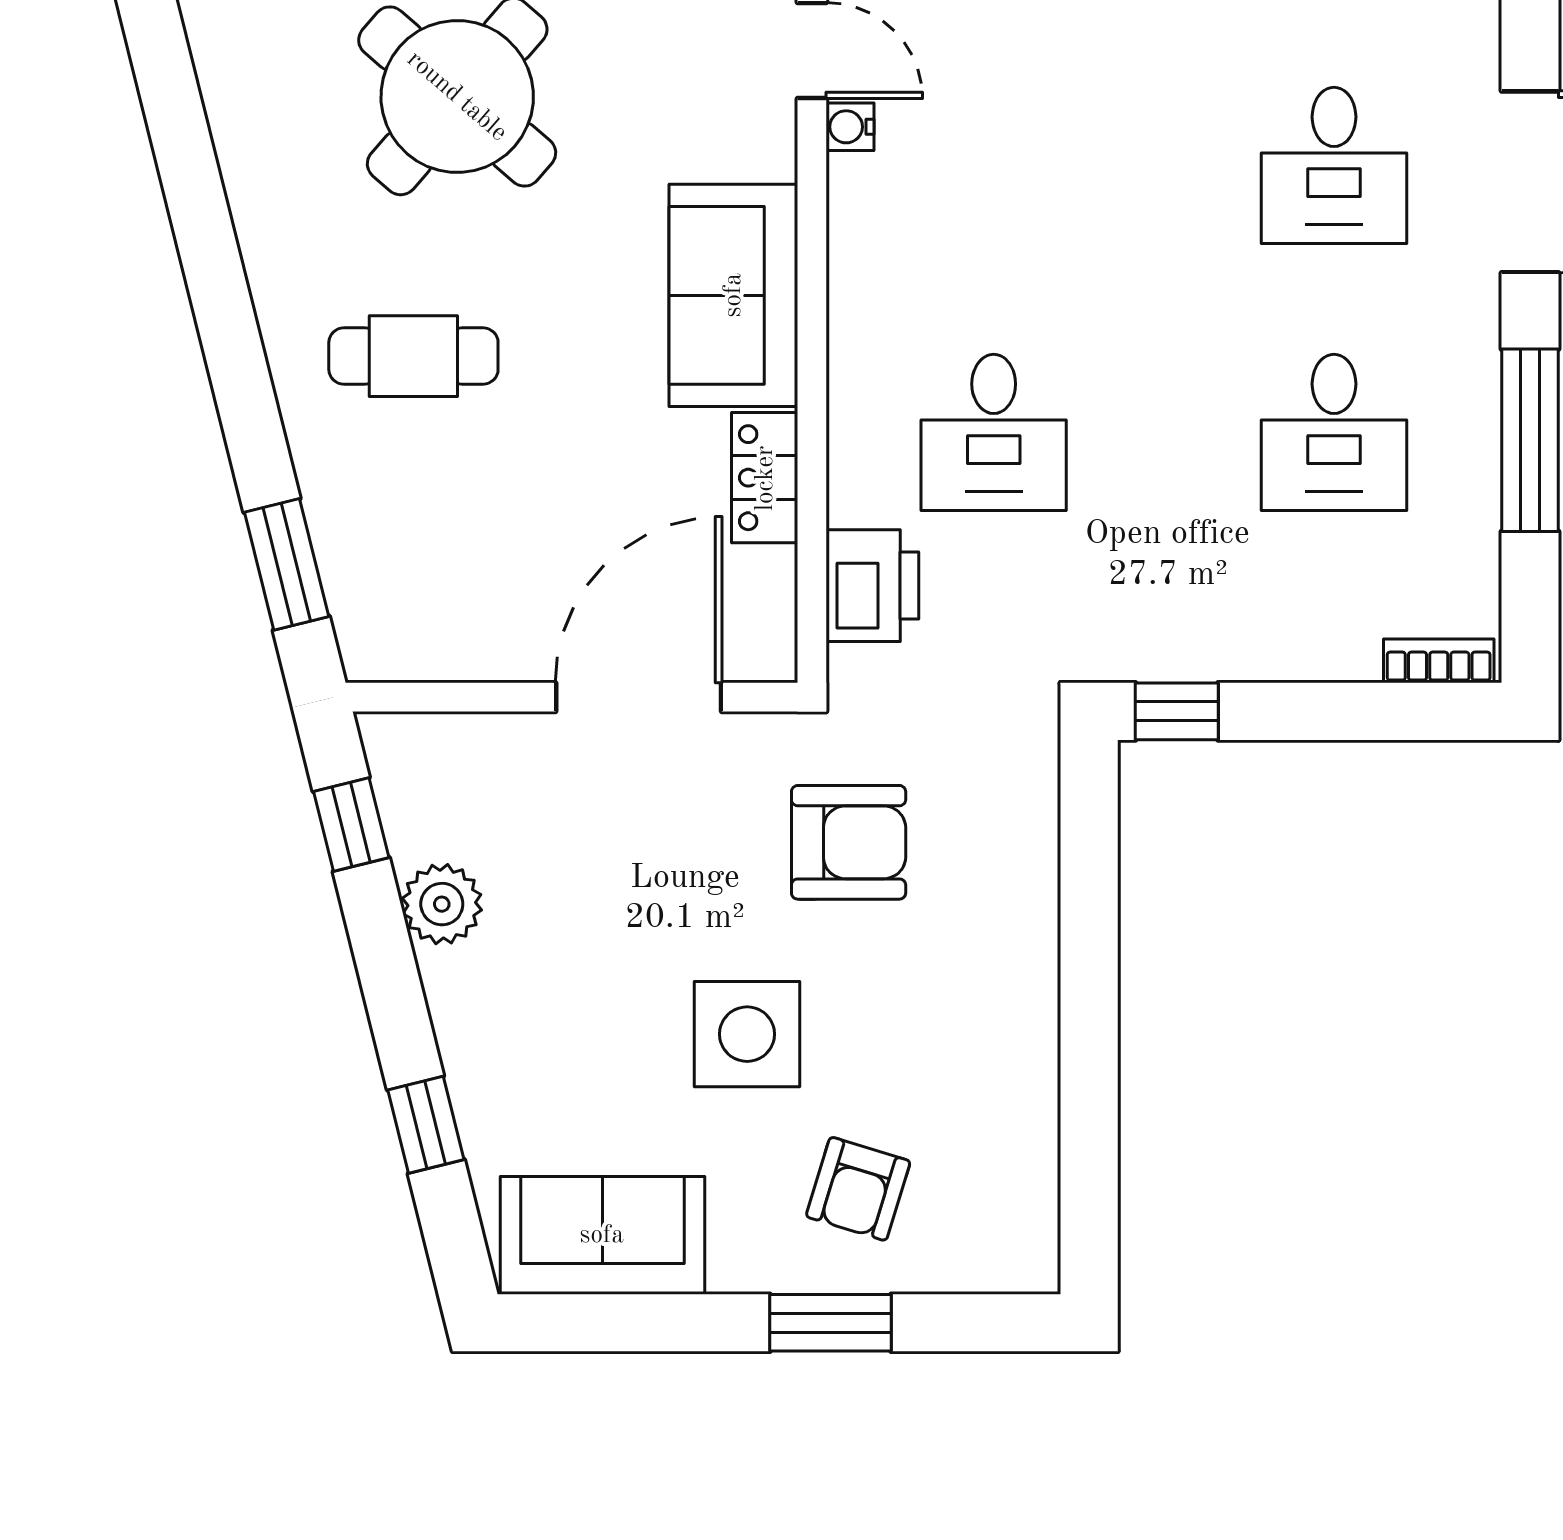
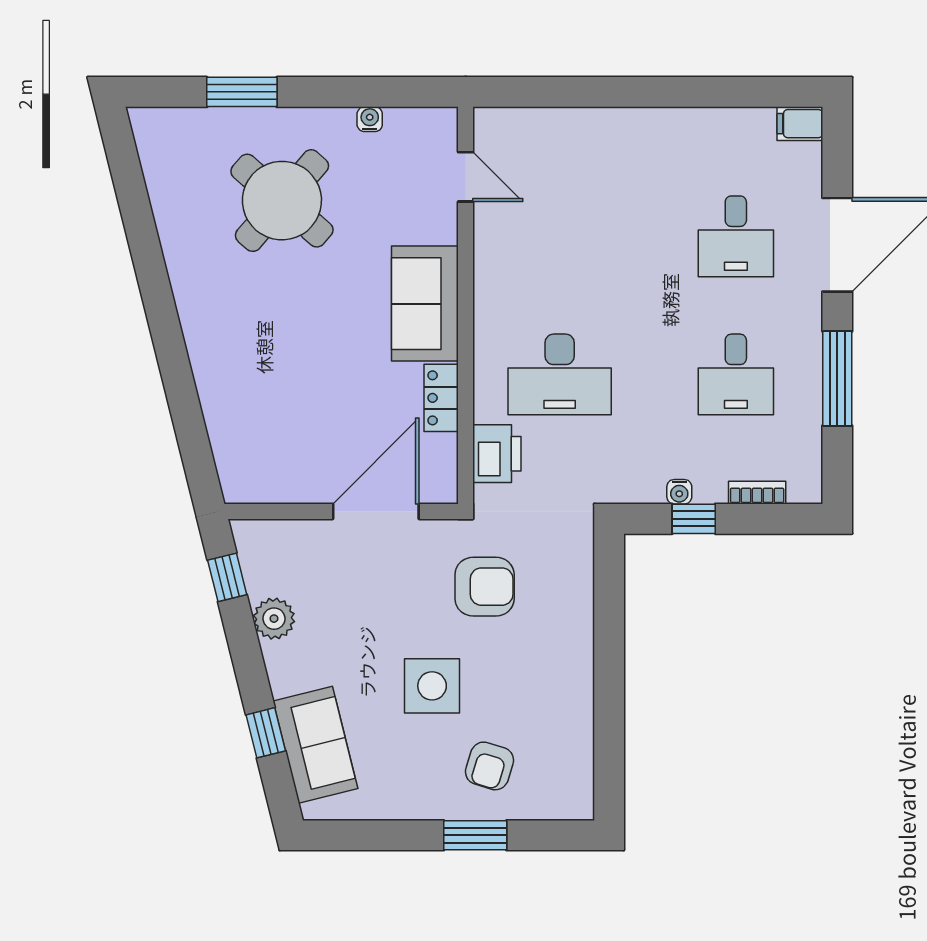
water cooler: (850, 127) -> (679, 492), moved, turned -90
cafe table: (413, 356) -> (259, 335), removed
desk: (994, 432) -> (560, 374), width x1.37
window: (287, 564) -> (194, 443), removed
bookcase: (1439, 661) -> (757, 493), moved
window: (1177, 711) -> (694, 519), moved
sofa: (602, 1235) -> (315, 745), moved, turned 76

